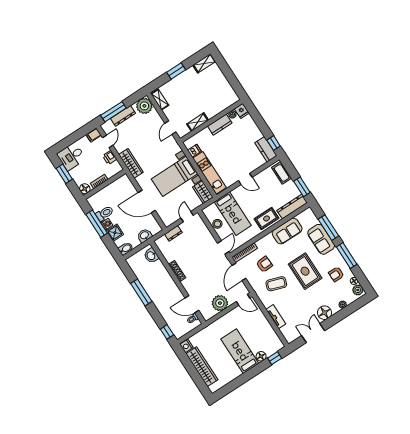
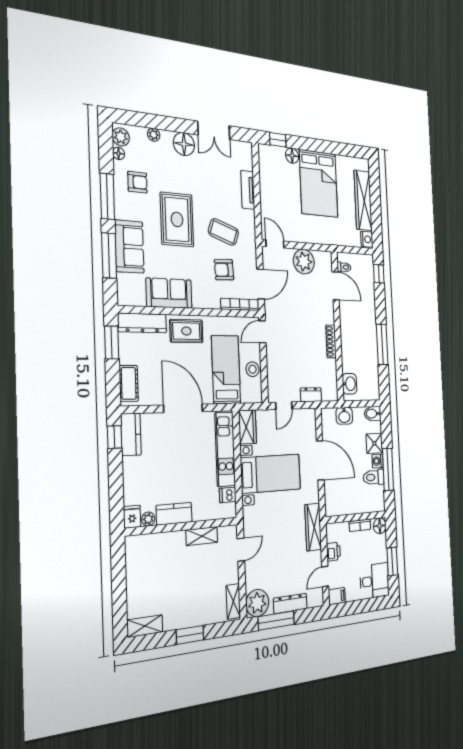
window: (113, 112) -> (276, 620), moved
door: (245, 179) -> (183, 408), width x1.87
bed: (240, 351) -> (319, 184), width x1.50

